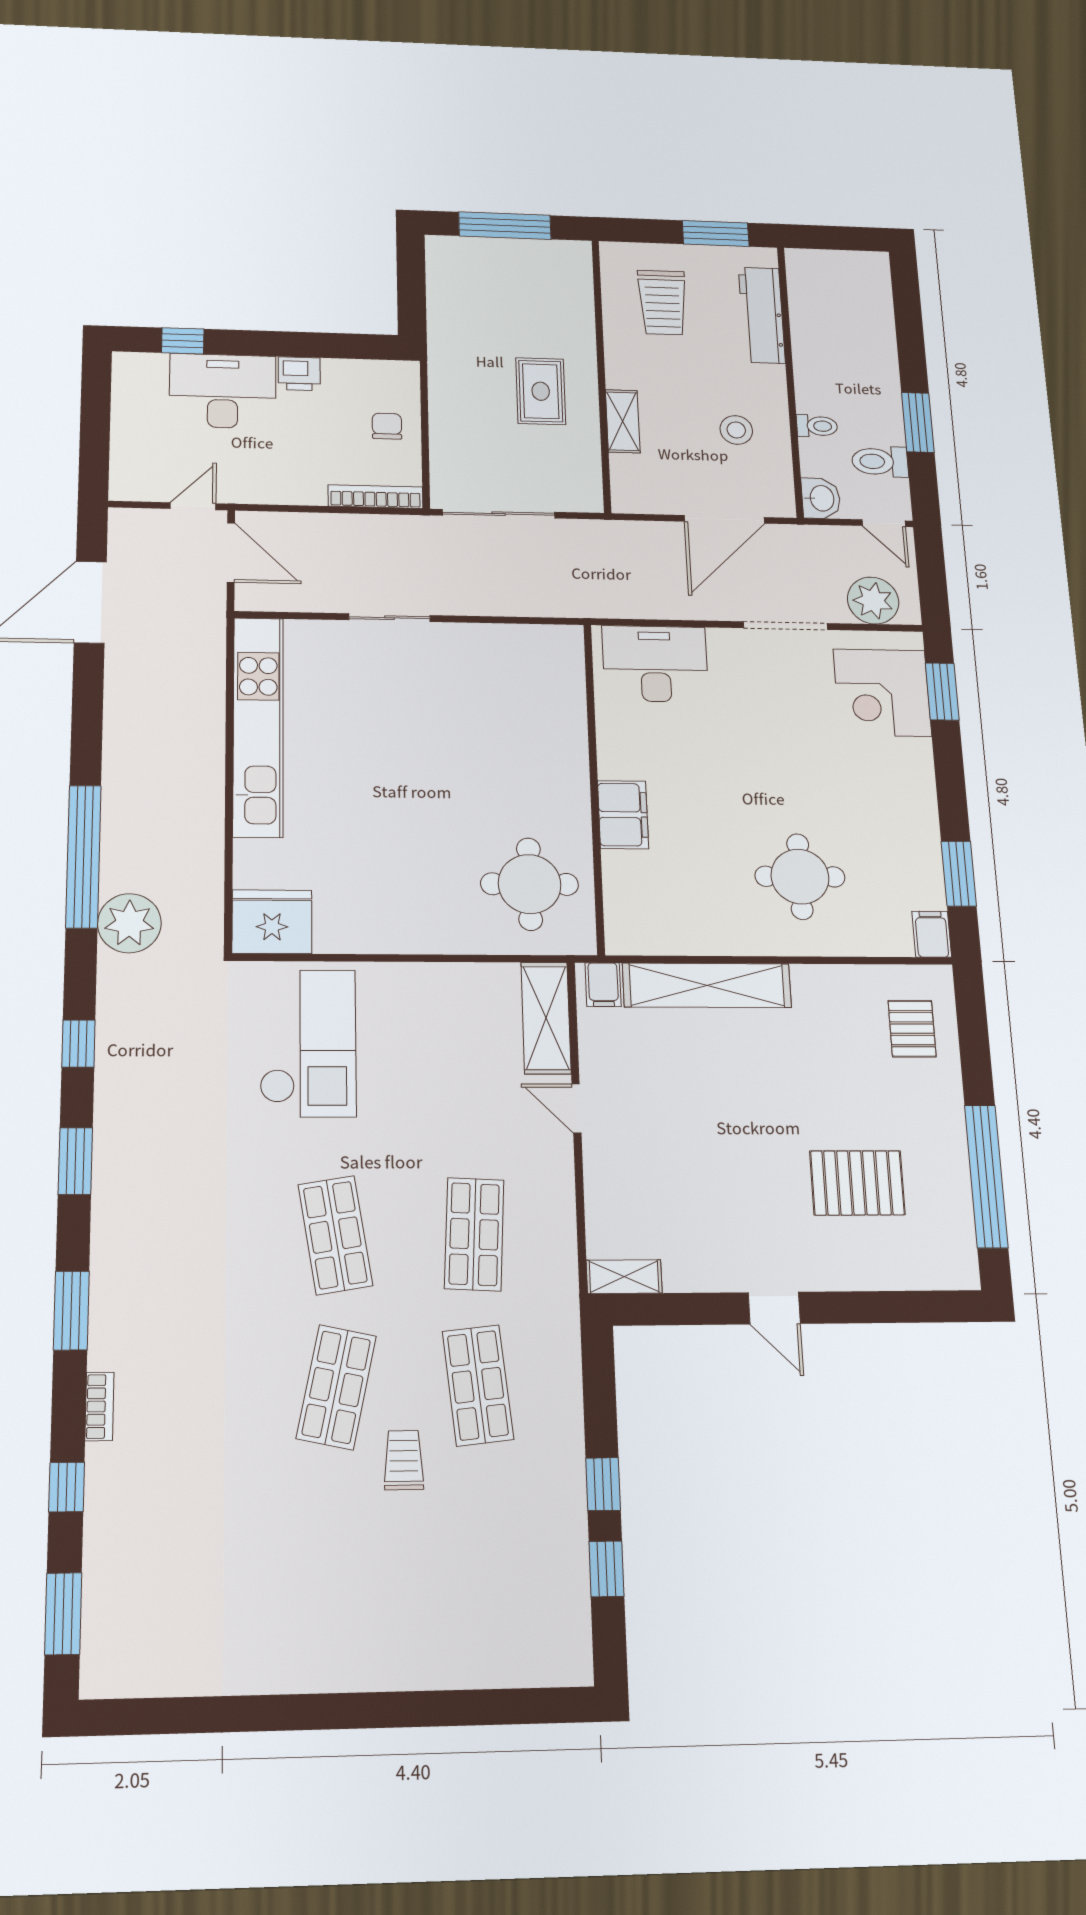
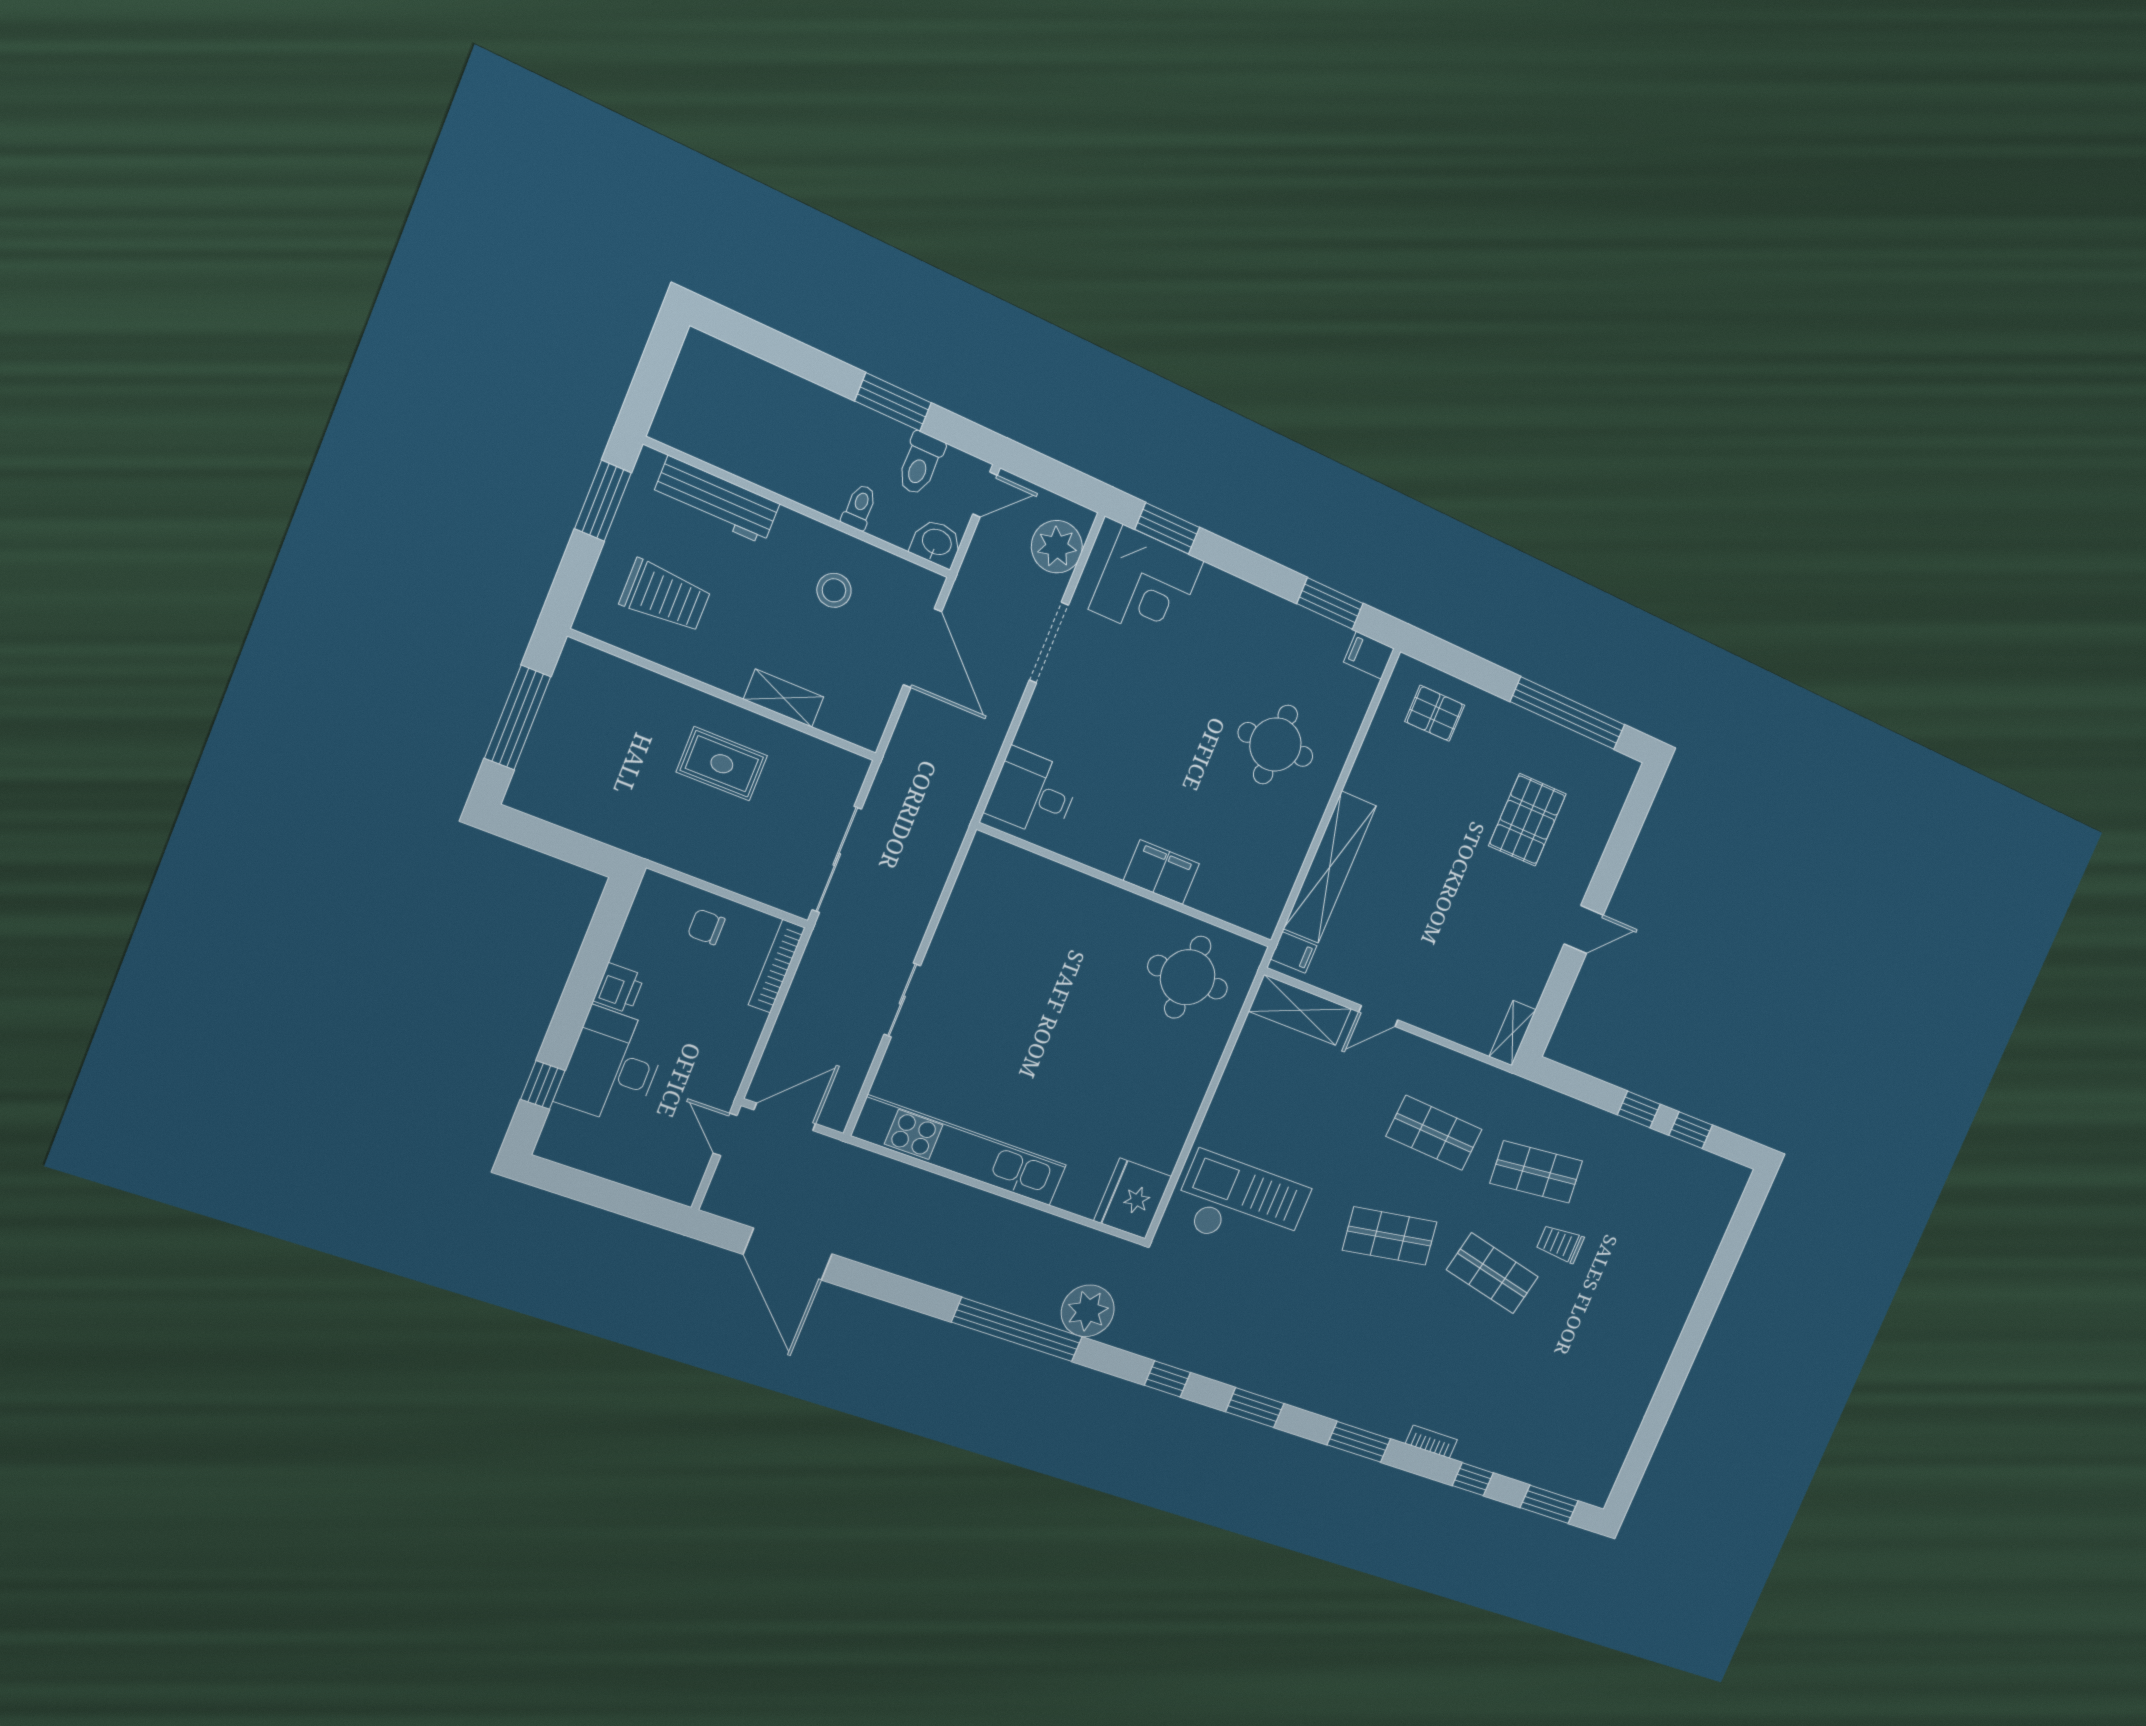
desk: (655, 664) -> (1033, 793), width x0.73

